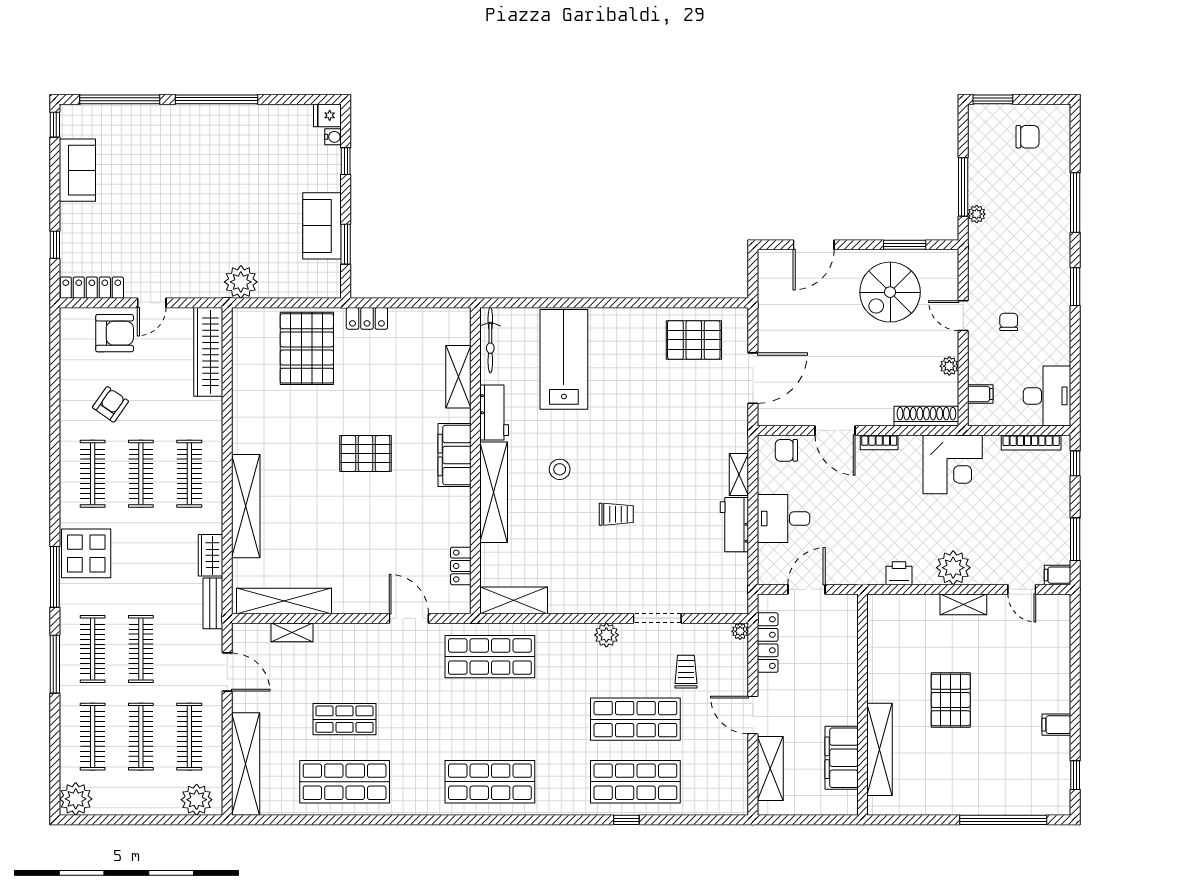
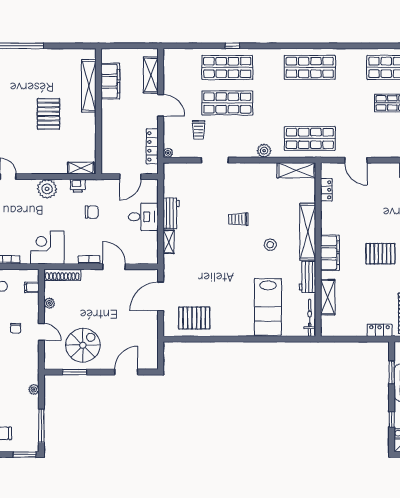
window: (963, 187) -> (41, 426), moved
chair: (786, 450) -> (92, 212), moved
shelving: (963, 604) -> (81, 168), moved
plant: (606, 635) -> (264, 151), moved

